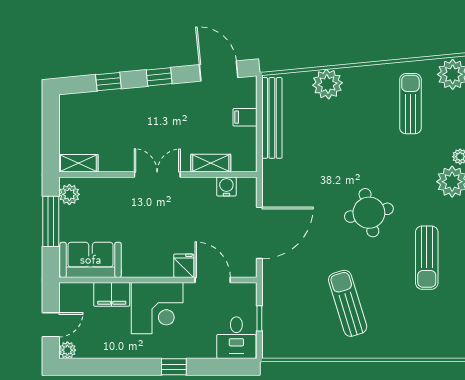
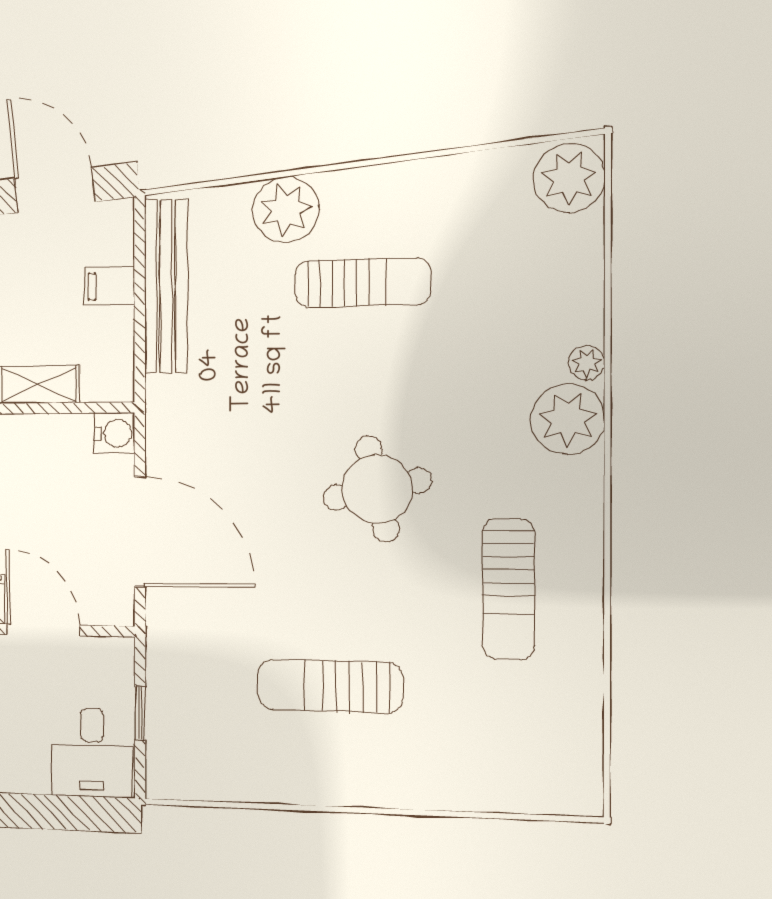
sun lounger: (410, 104) -> (362, 283), moved, turned 90
water cooler: (226, 187) -> (114, 433), moved, turned 90
door: (259, 233) -> (140, 532), hinge flipped
sun lounger: (348, 303) -> (330, 686), turned -73

